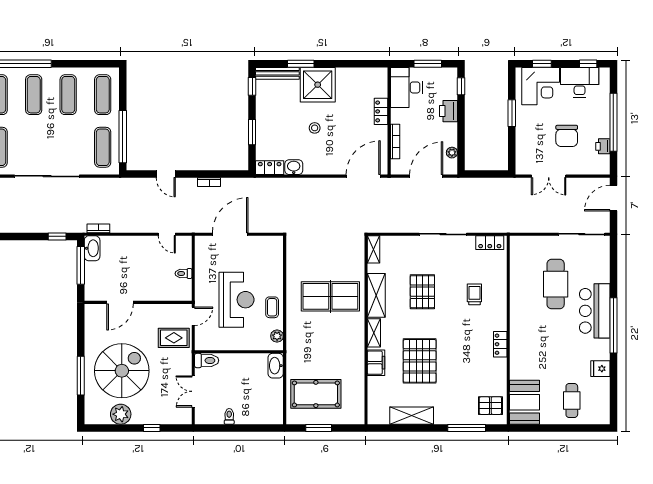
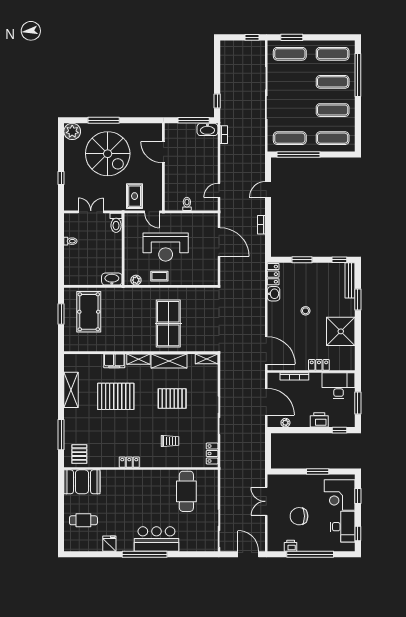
shower: (318, 85) -> (341, 331), moved
cafe table: (556, 284) -> (186, 491), moved, turned 90
plant: (121, 414) -> (72, 131), moved

